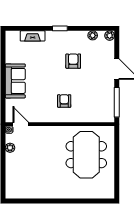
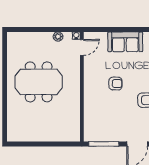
armchair: (64, 101) -> (115, 84), moved
meeting table: (86, 155) -> (39, 82), moved

